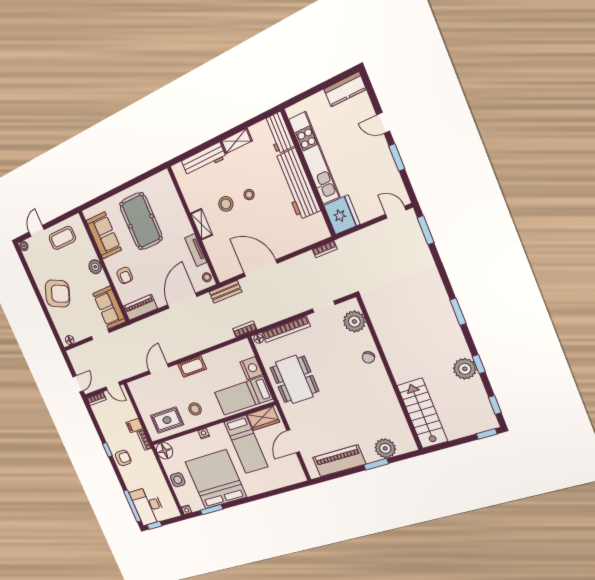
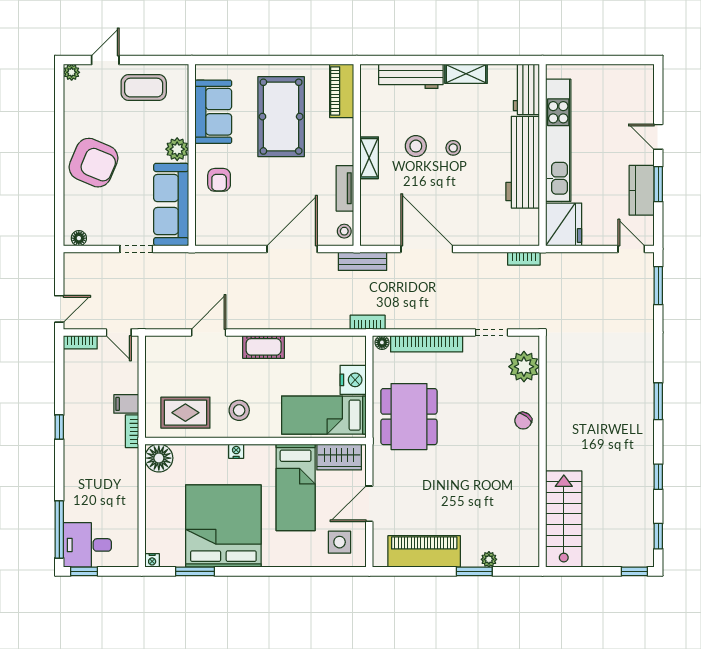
kitchen counter: (345, 89) -> (642, 190), moved, turned 90
piano: (140, 307) -> (342, 91), moved, turned -90
sofa: (109, 308) -> (171, 205), width x1.36
plant: (465, 369) -> (639, 477), removed
plant: (385, 448) -> (489, 559), width x0.53, depth x0.53
armchair: (123, 458) -> (81, 448), removed
side table: (178, 480) -> (340, 542), moved
desk: (148, 506) -> (87, 545), width x0.73

